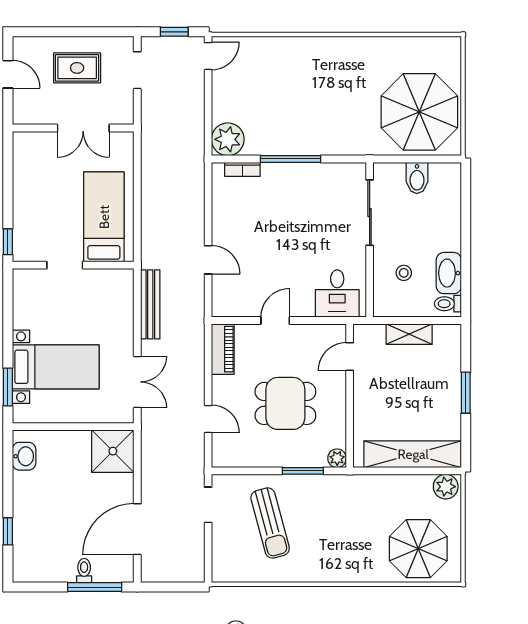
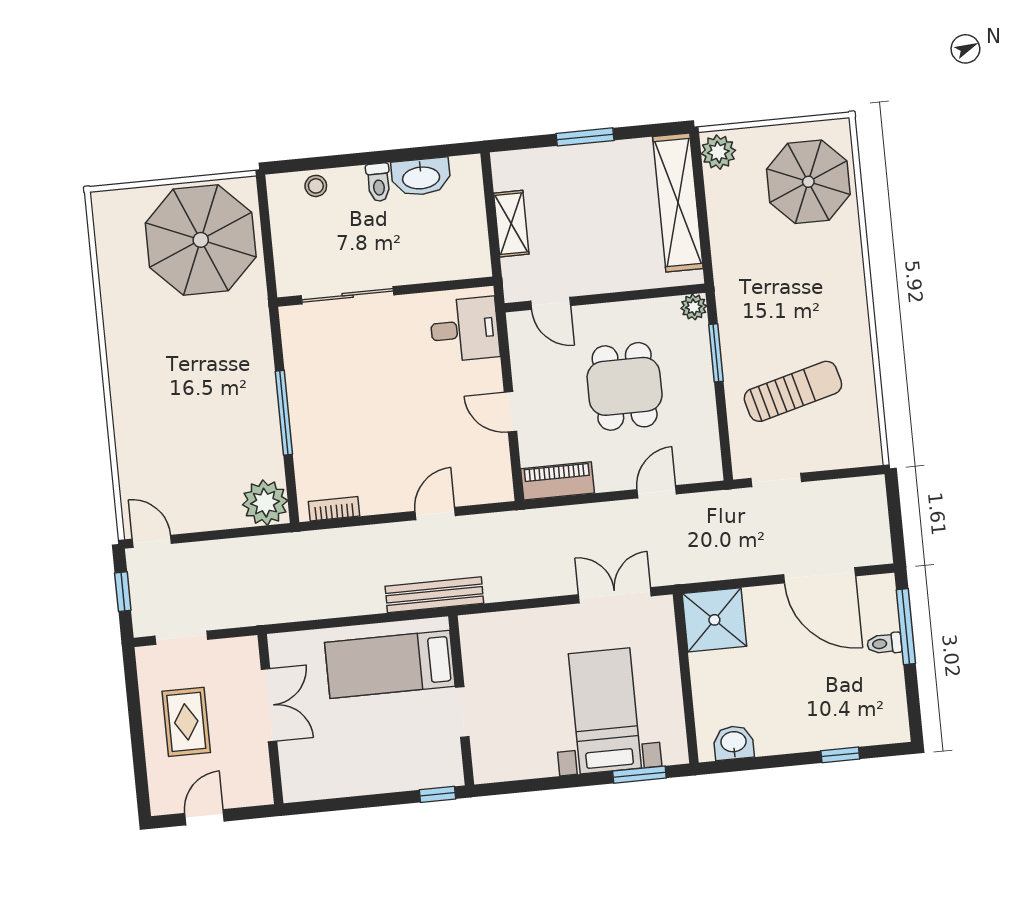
bookcase: (242, 169) -> (334, 509), moved, turned -90
bidet: (417, 178) -> (293, 234), removed
stool: (404, 273) -> (316, 186), moved
bench: (150, 304) -> (434, 595), moved
toilet: (448, 304) -> (378, 182), moved

